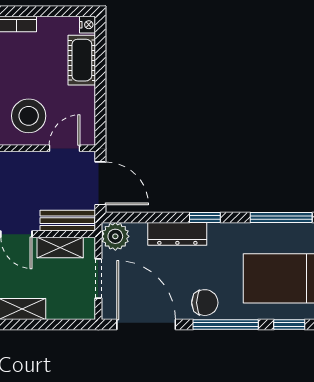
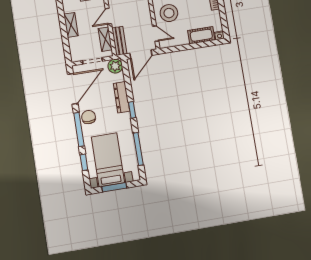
chair: (205, 303) -> (89, 117), turned 180

